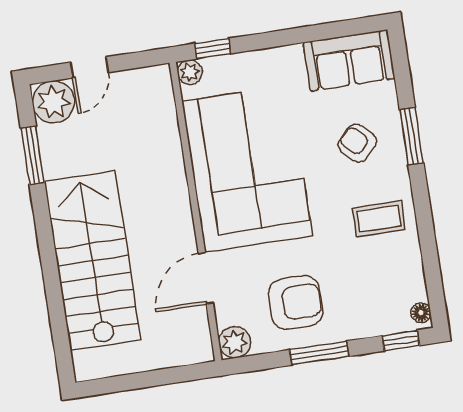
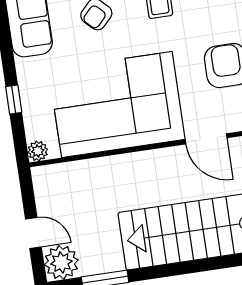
window: (213, 49) -> (14, 99), moved

